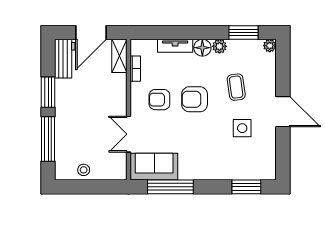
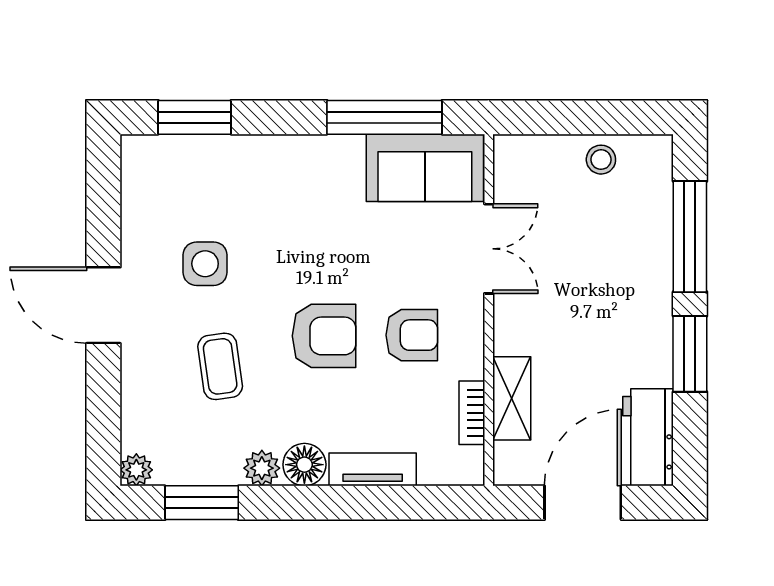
shelving: (119, 56) -> (512, 398), moved

